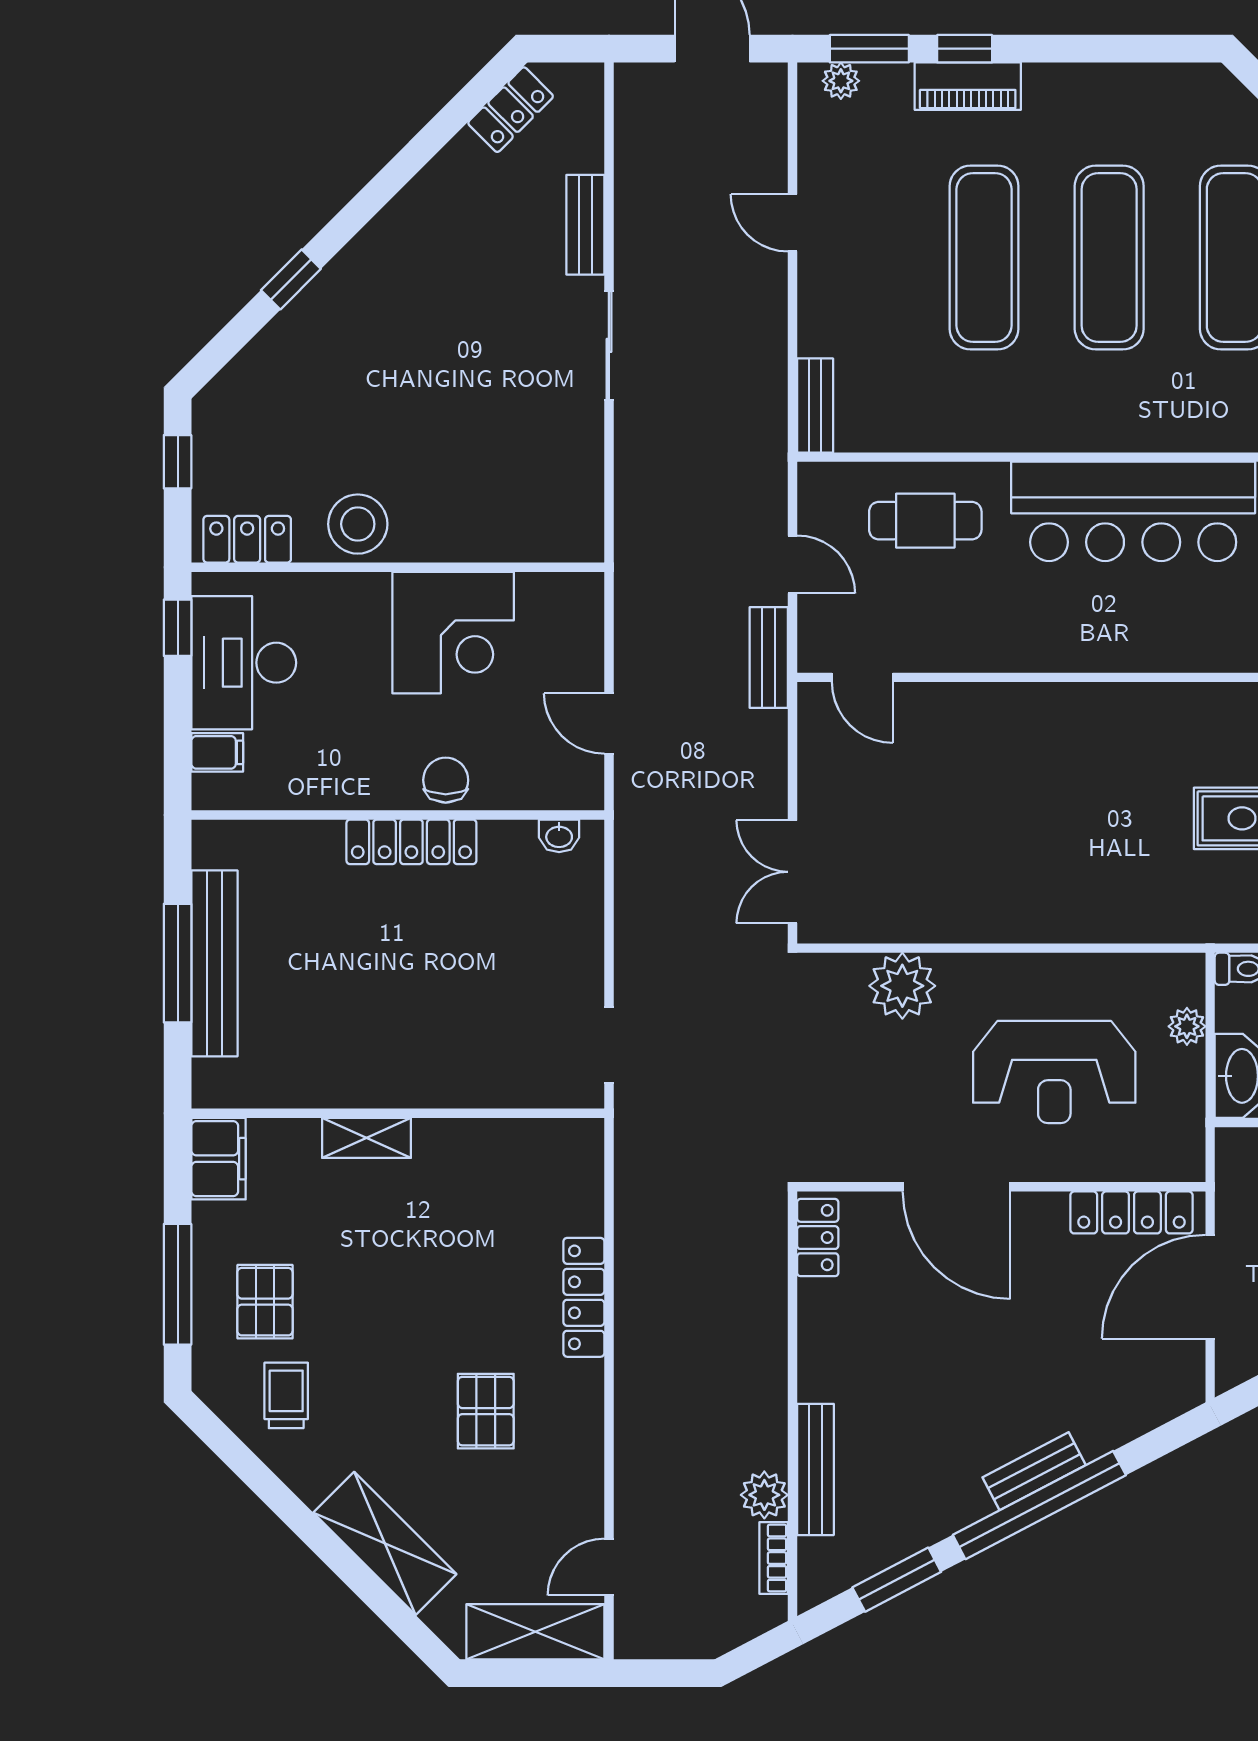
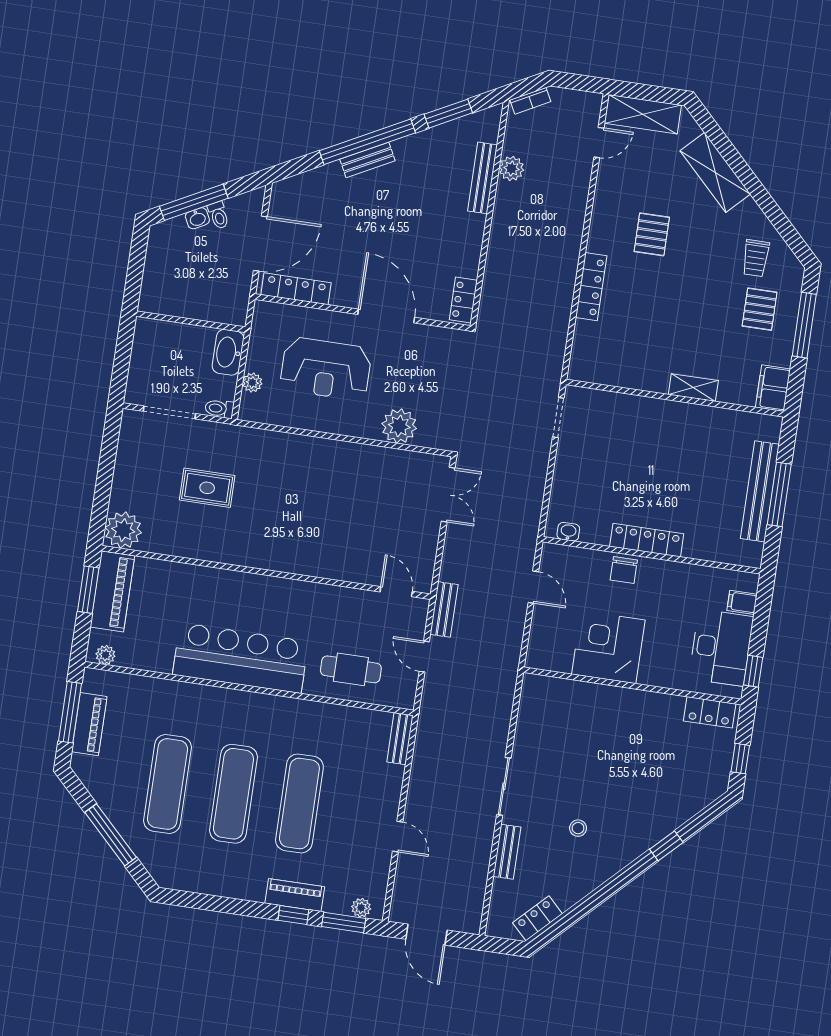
stool: (358, 524) -> (578, 828), moved, width x0.53, depth x0.53
reception desk: (1054, 1072) -> (326, 369), turned 180
bookcase: (774, 1558) -> (530, 101), moved, turned 62

